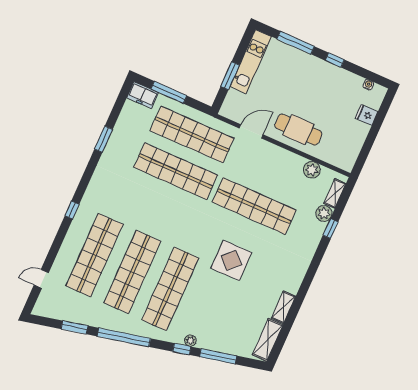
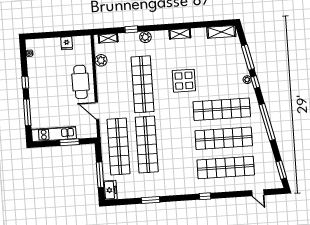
fridge: (366, 115) -> (67, 43), moved
plant: (324, 213) -> (145, 37), moved
shelving: (283, 307) -> (180, 34), moved
window: (74, 327) -> (281, 170), moved

